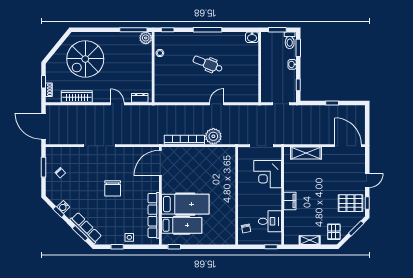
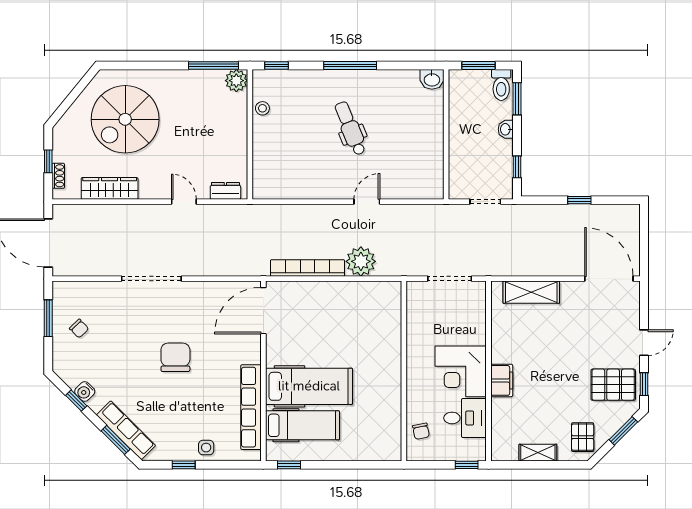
dental chair: (208, 64) -> (350, 128), turned 47
corner desk: (268, 174) -> (461, 371), moved
chair: (113, 188) -> (175, 357), turned 180

